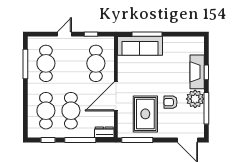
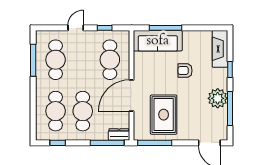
fireplace: (197, 72) -> (220, 49), moved
armchair: (170, 102) -> (185, 71), moved
window: (80, 140) -> (107, 143), moved

